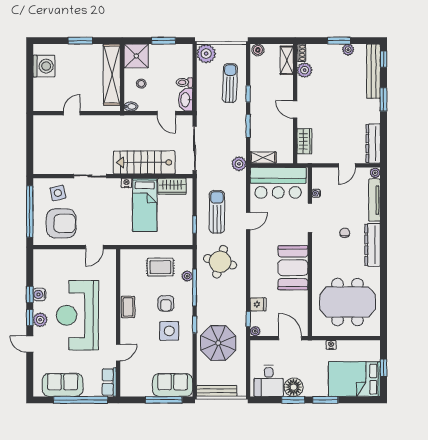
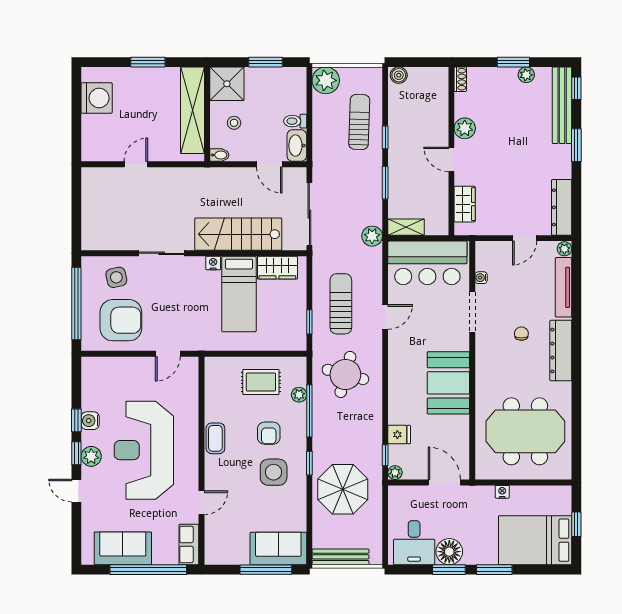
shelving: (287, 60) -> (439, 90), removed
plant: (305, 70) -> (465, 128), moved

